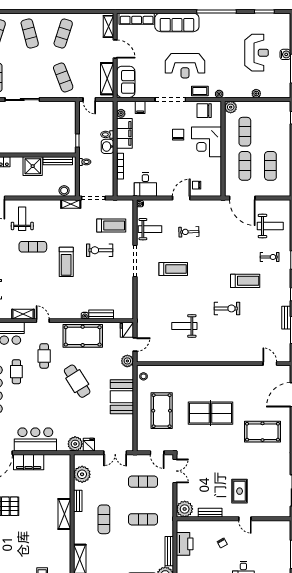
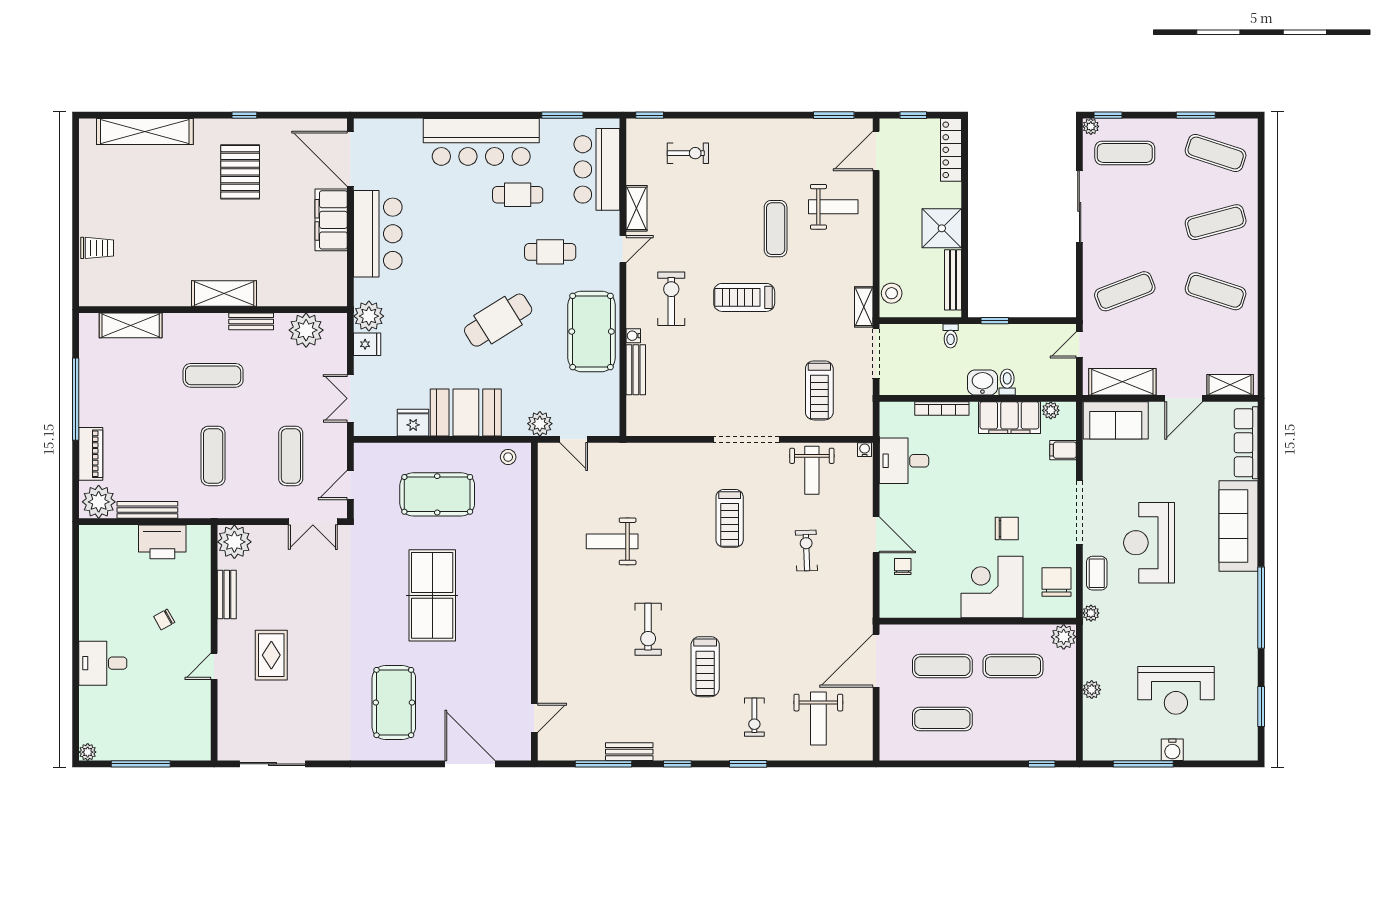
exercise bike: (100, 250) -> (671, 299), moved
weight bench: (184, 326) -> (612, 541), turned -90
fridge: (127, 330) -> (413, 423), moved
rug: (240, 491) -> (271, 655), turned 90

